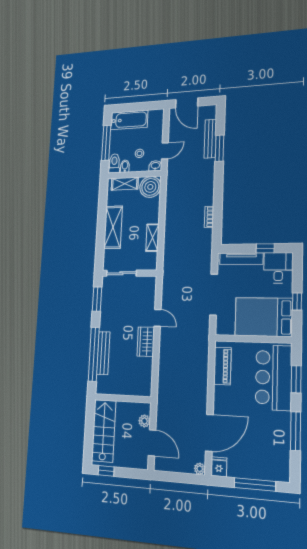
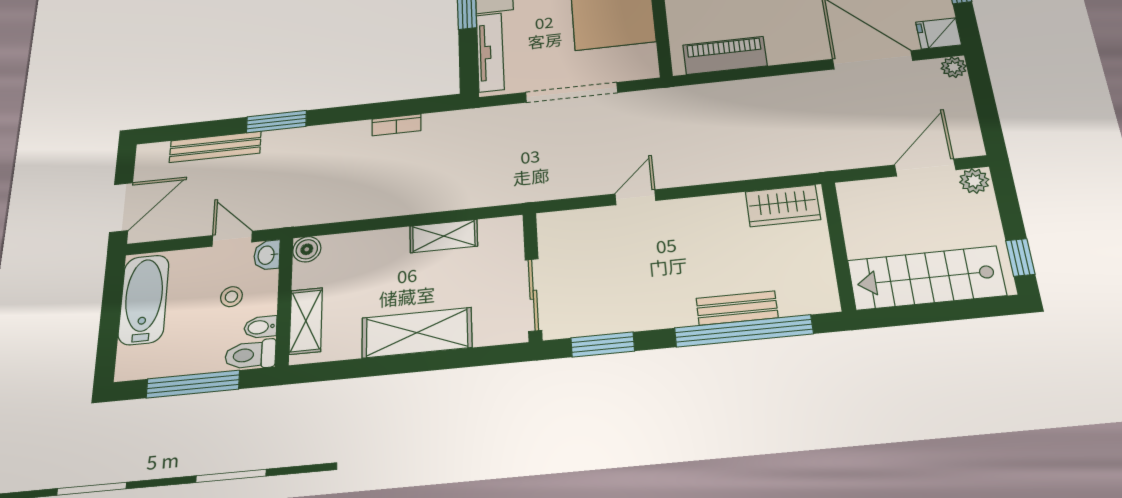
bathtub: (129, 120) -> (144, 300), moved
window: (219, 148) -> (276, 122), moved
boiler: (150, 187) -> (307, 249), width x0.54, depth x0.54
wardrobe: (146, 342) -> (783, 206), moved
bench: (103, 353) -> (737, 308), width x0.73
plant: (144, 421) -> (974, 181), moved

